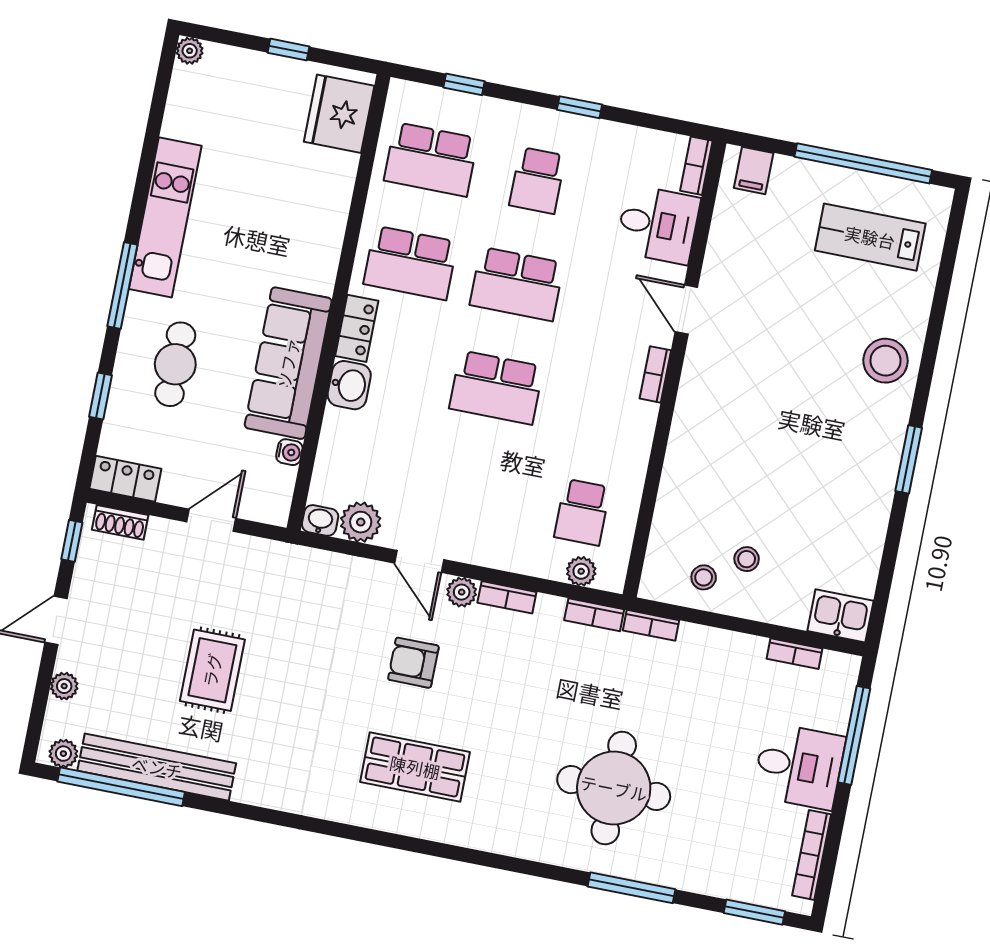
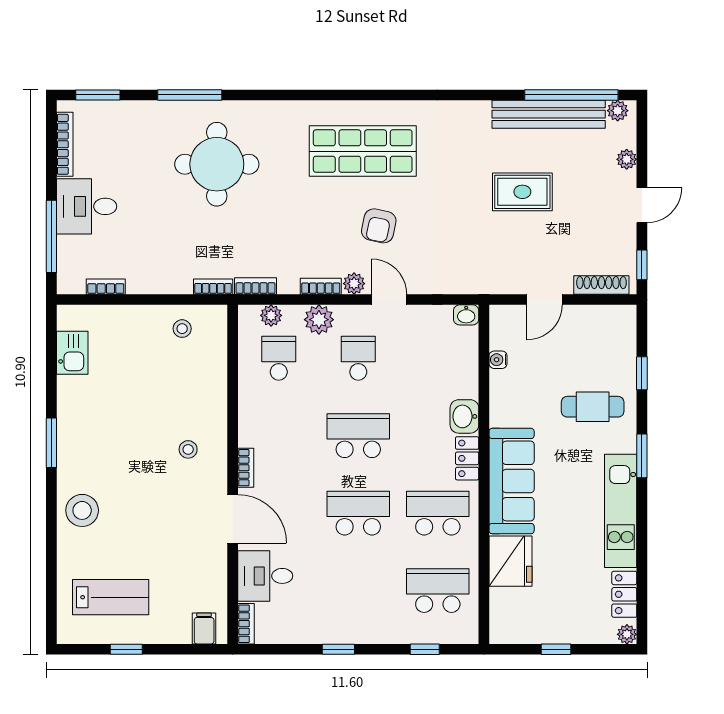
fridge: (339, 114) -> (510, 561), moved
window: (863, 163) -> (126, 649), width x0.32
school desk: (537, 180) -> (358, 358), moved
window: (122, 285) -> (642, 456), width x0.69
door: (686, 310) -> (233, 519), width x1.38
sofa: (288, 363) -> (512, 481), moved
cafe table: (175, 364) -> (593, 407), turned 90
locker: (125, 479) -> (624, 594), moved, turned 90
shoe rack: (120, 522) -> (601, 285), width x1.43
plant: (361, 522) -> (319, 320), moved
stool: (747, 559) -> (188, 449), moved
kitchen sink: (840, 616) -> (72, 353), moved, turned -90
armchair: (413, 663) -> (379, 226), turned 102
rug: (212, 670) -> (522, 192), turned 90
shop shelf: (415, 767) -> (363, 151), width x1.43, depth x1.36

